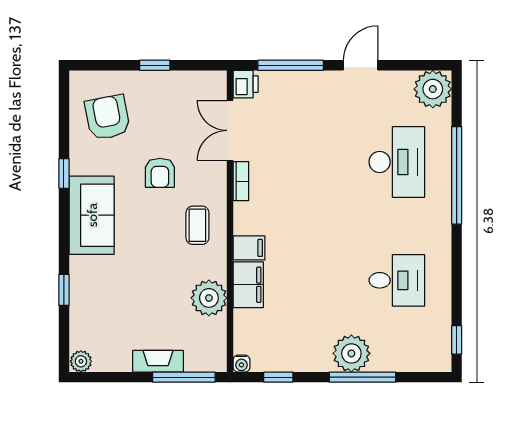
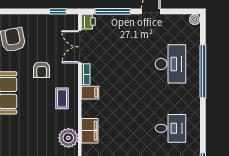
window: (155, 65) -> (58, 11), moved
plant: (433, 89) -> (195, 20), width x0.53, depth x0.53
filing cabinet: (249, 248) -> (90, 93), moved

